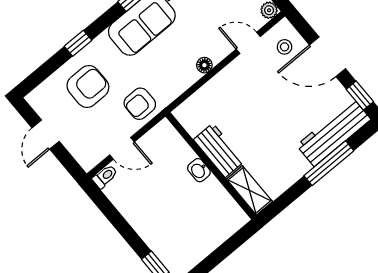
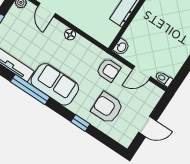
door: (122, 148) -> (142, 73), swing flipped
washbasin: (199, 170) -> (121, 47), moved

